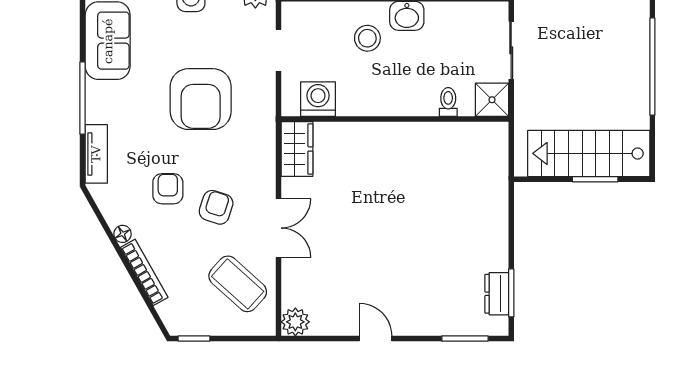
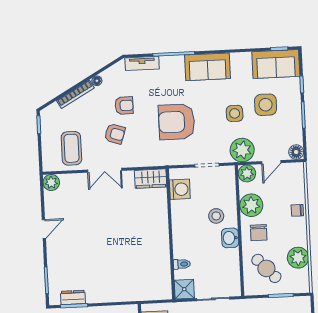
coffee table: (238, 284) -> (71, 148), turned -42

